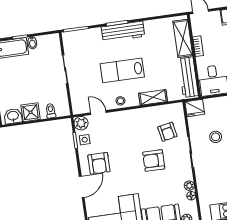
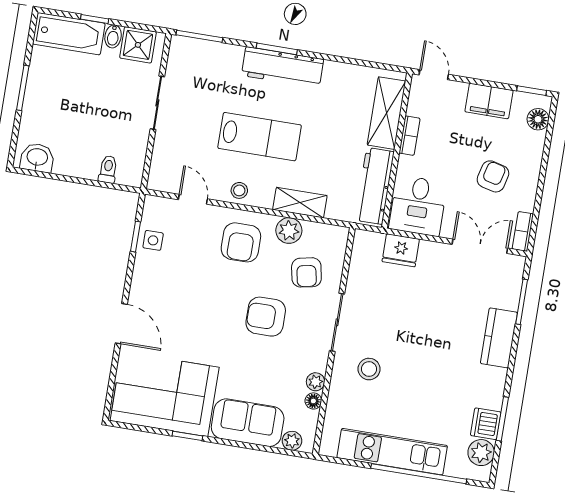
lab bench: (122, 70) -> (260, 137), turned 180
fridge: (195, 108) -> (401, 250), moved
shower: (31, 112) -> (138, 45), moved
plant: (81, 123) -> (289, 231), moved
stool: (216, 137) -> (369, 369), moved
armchair: (99, 163) -> (241, 242), moved
door: (82, 187) -> (121, 324), hinge flipped

